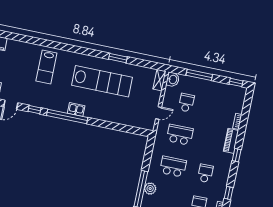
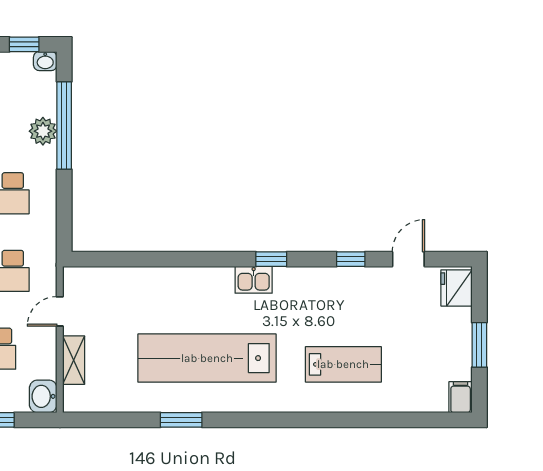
lab bench: (46, 67) -> (343, 364), turned 90
shelving: (159, 80) -> (74, 360), moved
window: (67, 116) -> (271, 259), width x0.32

